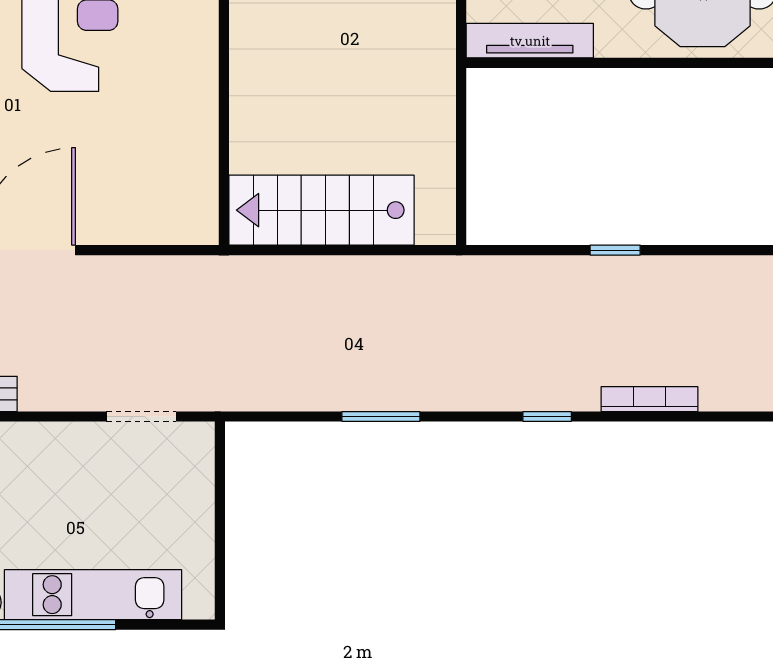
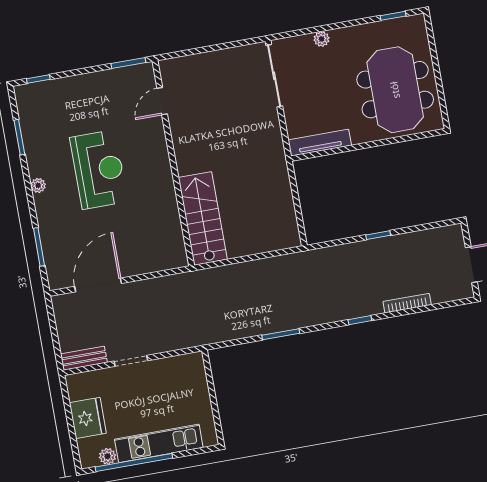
stairs: (322, 210) -> (203, 218), moved, turned 90
doorway: (141, 417) -> (131, 361), moved

